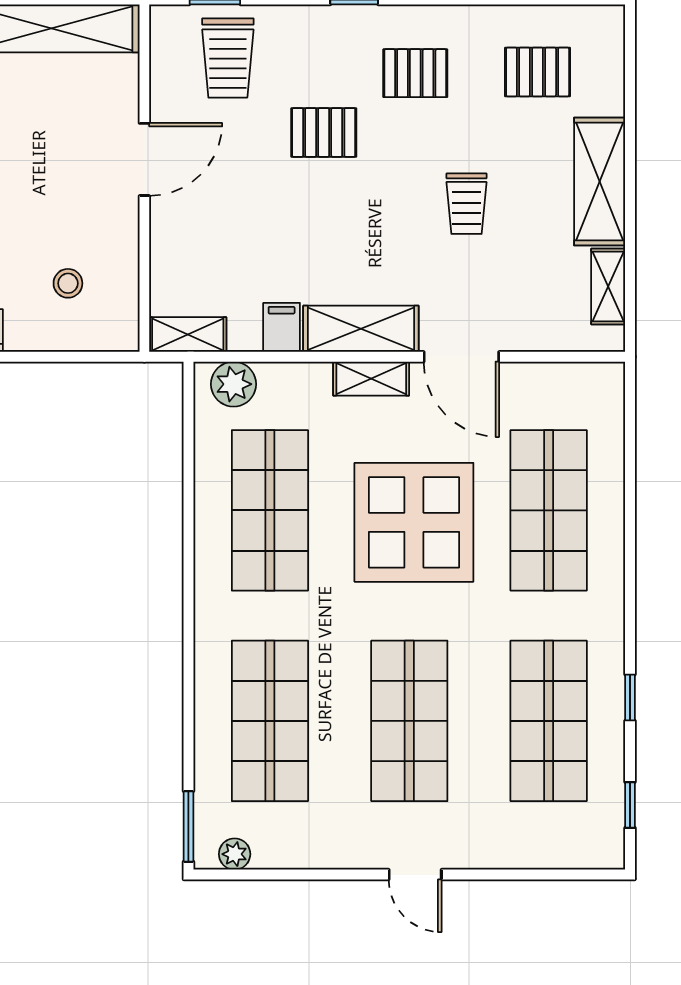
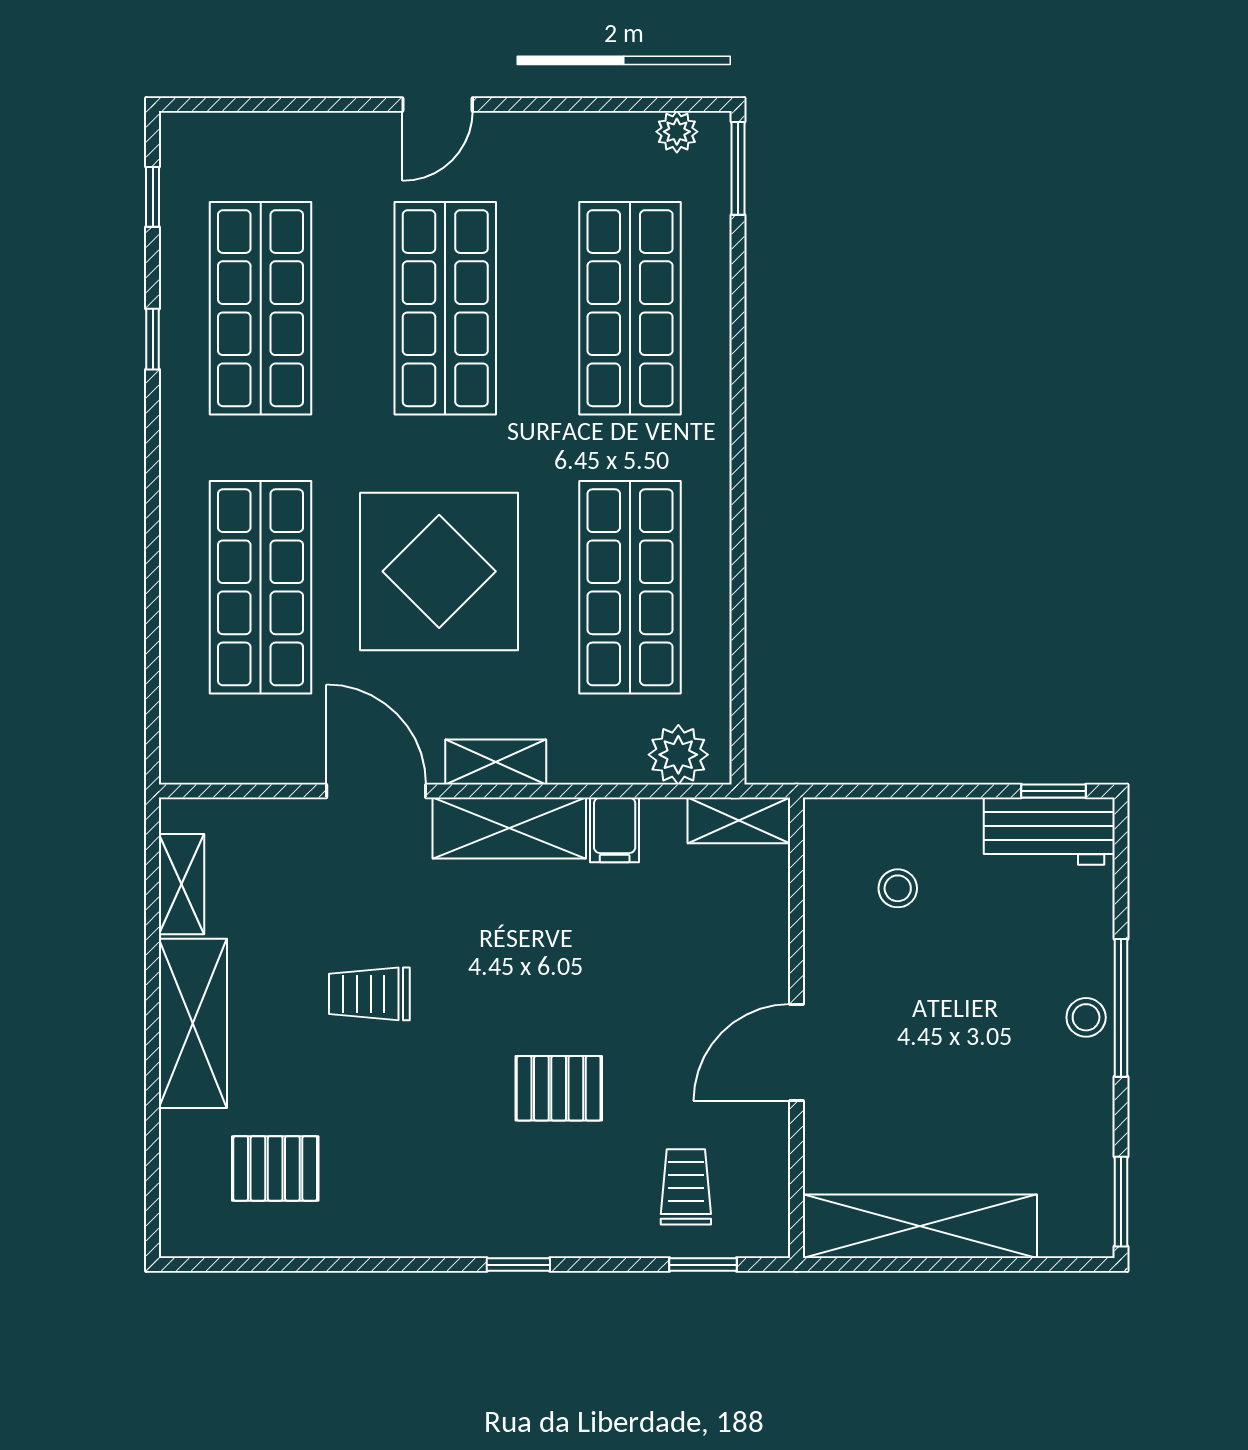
trolley: (228, 58) -> (686, 1187), width x0.73, depth x0.72
pallet: (415, 73) -> (437, 1167), removed
trolley: (466, 204) -> (369, 994), turned -90
door: (415, 875) -> (438, 105), swing flipped

